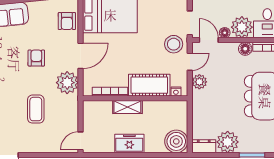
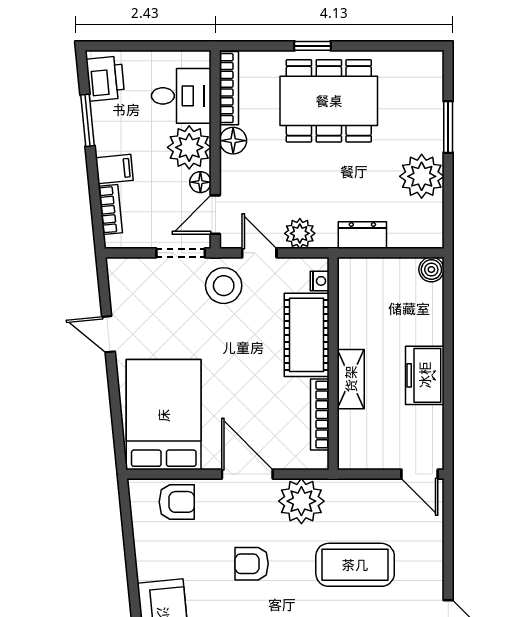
coffee table: (36, 109) -> (355, 565), width x1.36, depth x1.32
boiler: (176, 141) -> (431, 270), width x0.54, depth x0.54
dresser: (204, 146) -> (362, 235), moved, turned 90

